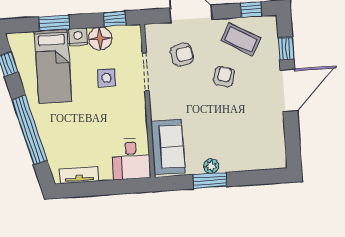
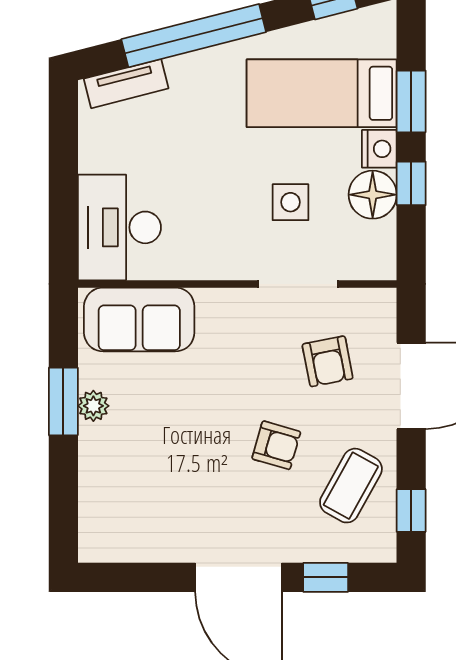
window: (115, 19) -> (411, 183), moved
desk: (131, 159) -> (119, 227), width x1.37
tv unit: (79, 175) -> (126, 84), moved, turned 76

